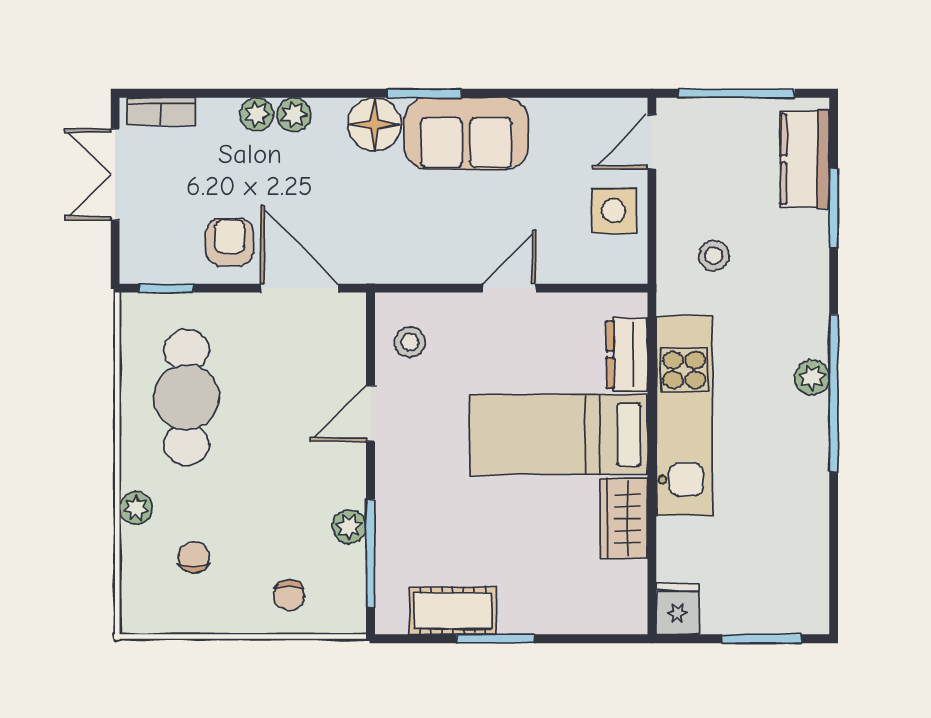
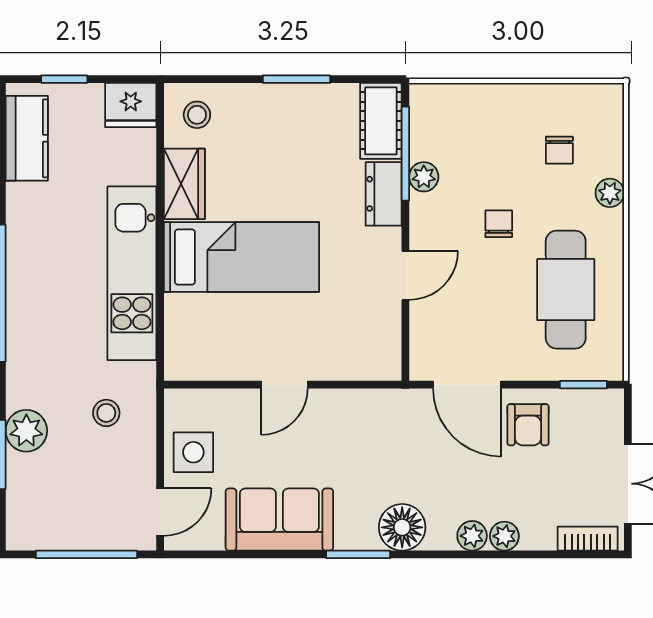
sofa: (466, 133) -> (279, 520), moved
kitchen counter: (805, 159) -> (27, 138), moved
stool: (410, 342) -> (197, 115), moved
dresser: (627, 354) -> (384, 194), moved, turned 180
plant: (812, 377) -> (26, 431), moved, width x1.38, depth x1.38
chair: (289, 595) -> (499, 224), moved
fridge: (677, 609) -> (131, 105), width x1.38
cot: (453, 611) -> (381, 121), moved, turned 90
window: (762, 639) -> (64, 79), width x0.67

